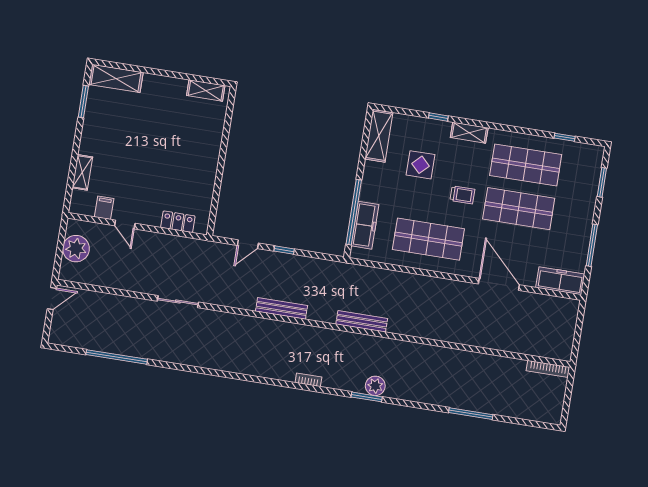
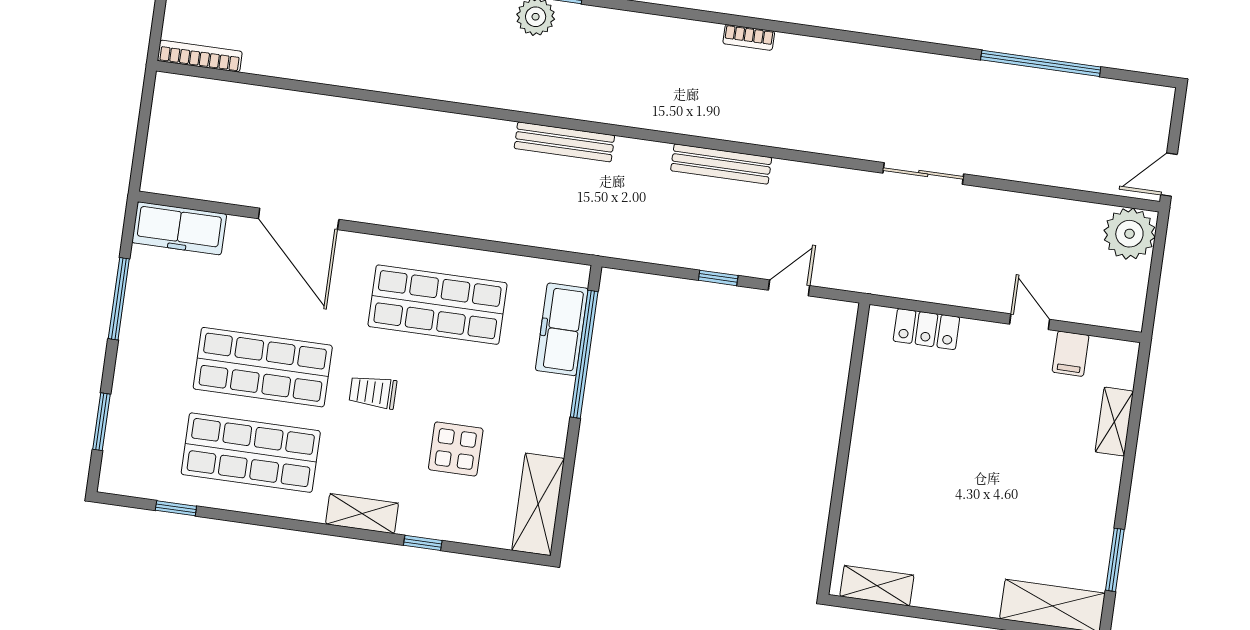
plant: (76, 249) -> (1129, 234), moved
bookcase: (308, 380) -> (749, 37), moved

